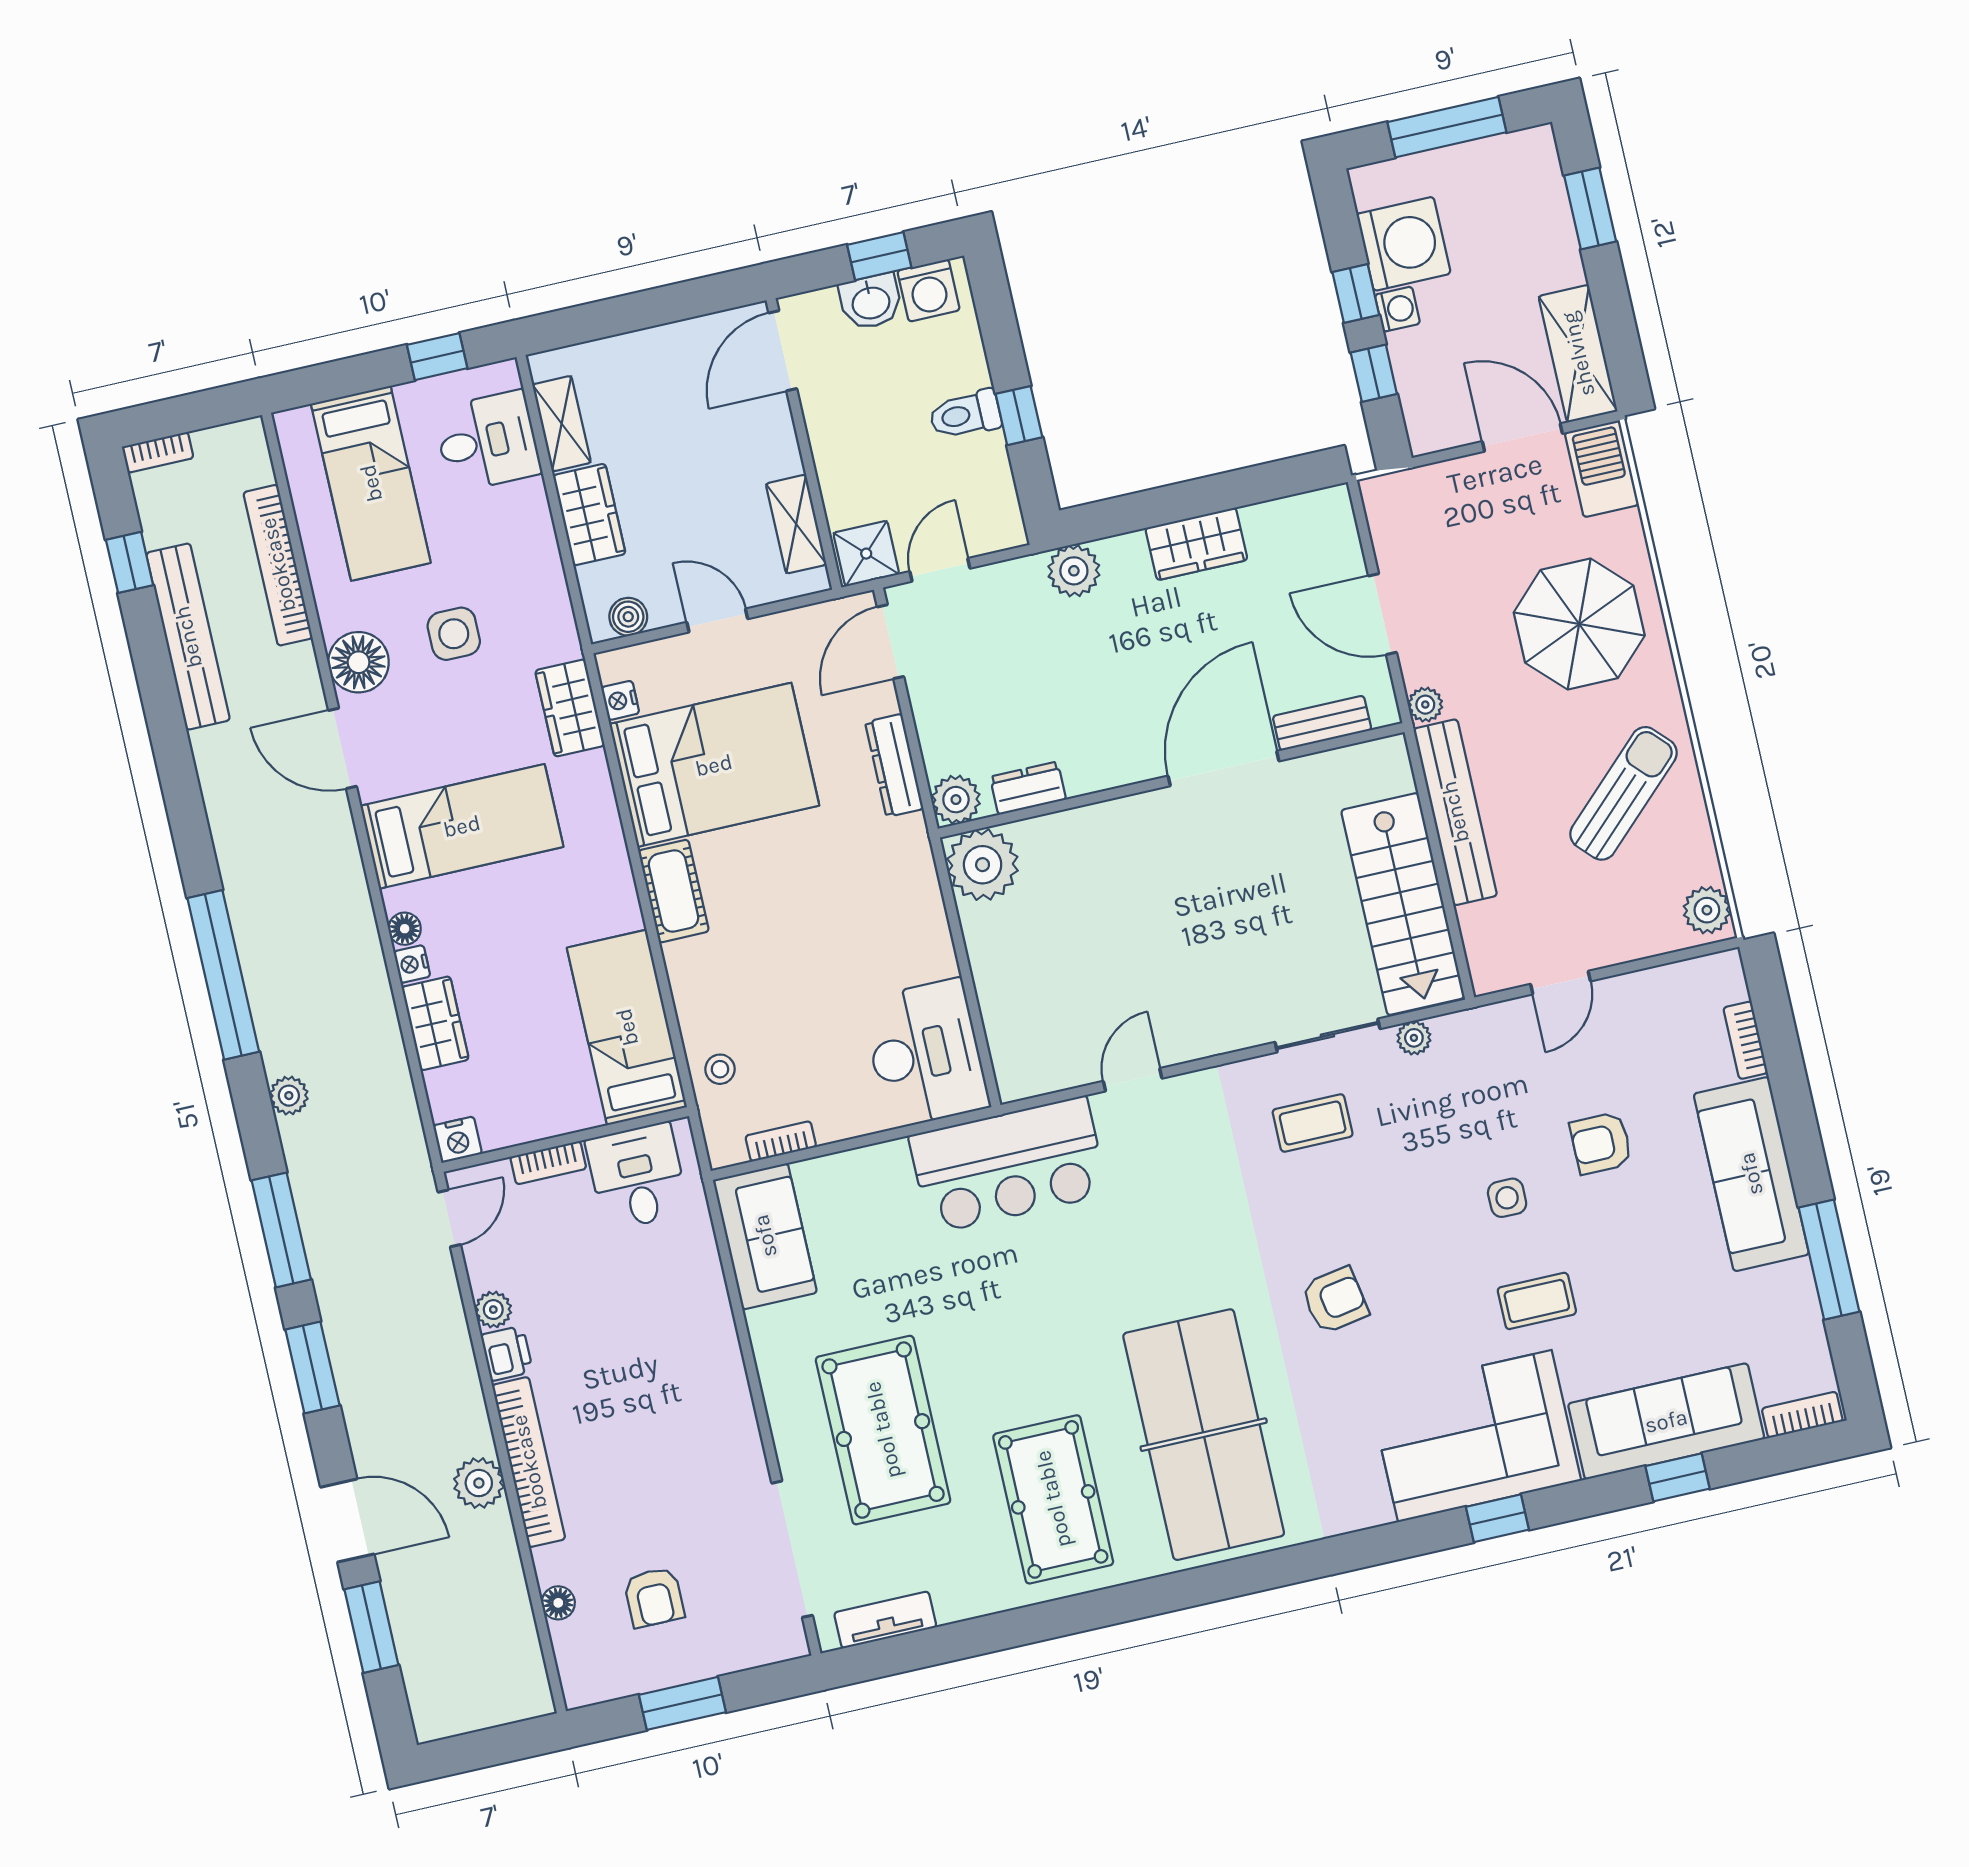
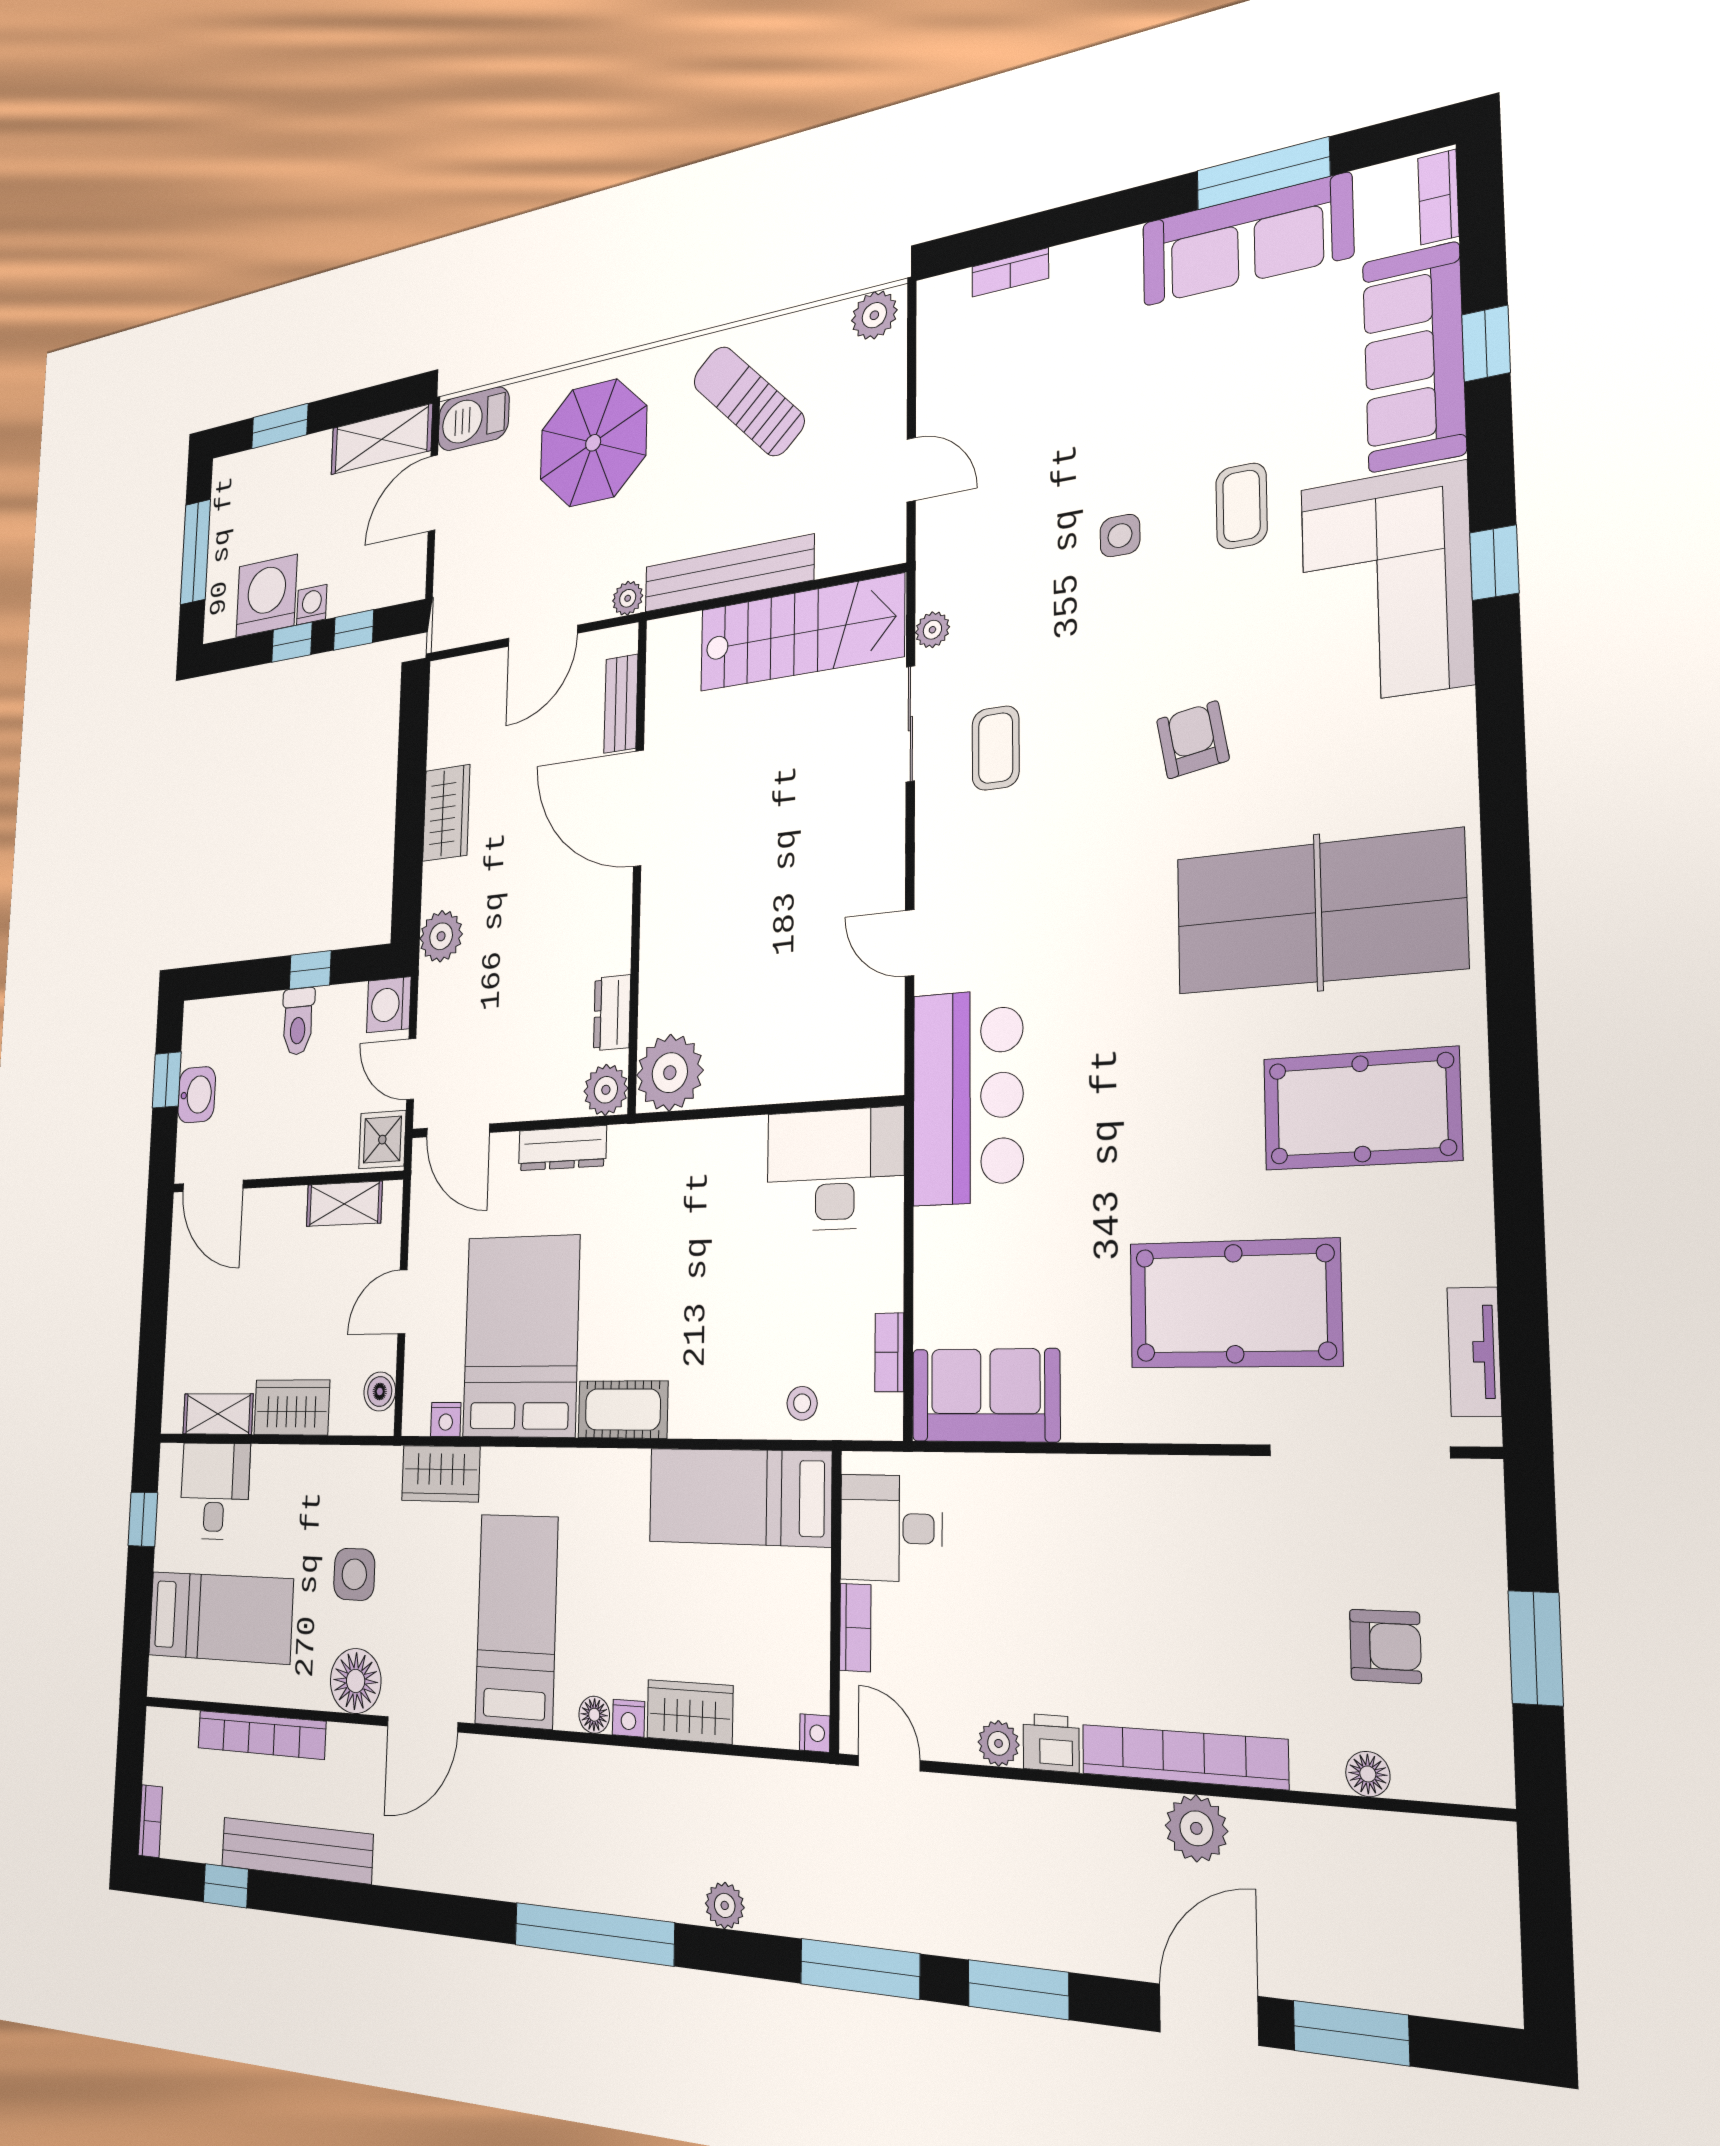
washing machine: (929, 290) -> (389, 1005), moved, turned 180
nightstand: (457, 1140) -> (815, 1733), width x0.72, depth x0.74
armchair: (1601, 1143) -> (1083, 429), removed
sofa: (1751, 1174) -> (1246, 240), moved

